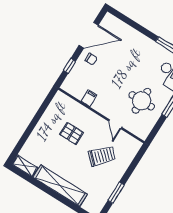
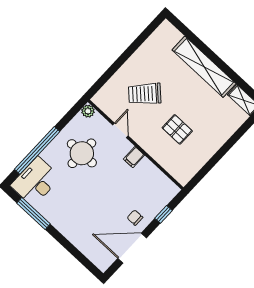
filing cabinet: (89, 98) -> (134, 157), moved
plant: (143, 134) -> (88, 111), added
window: (116, 193) -> (136, 45), removed

